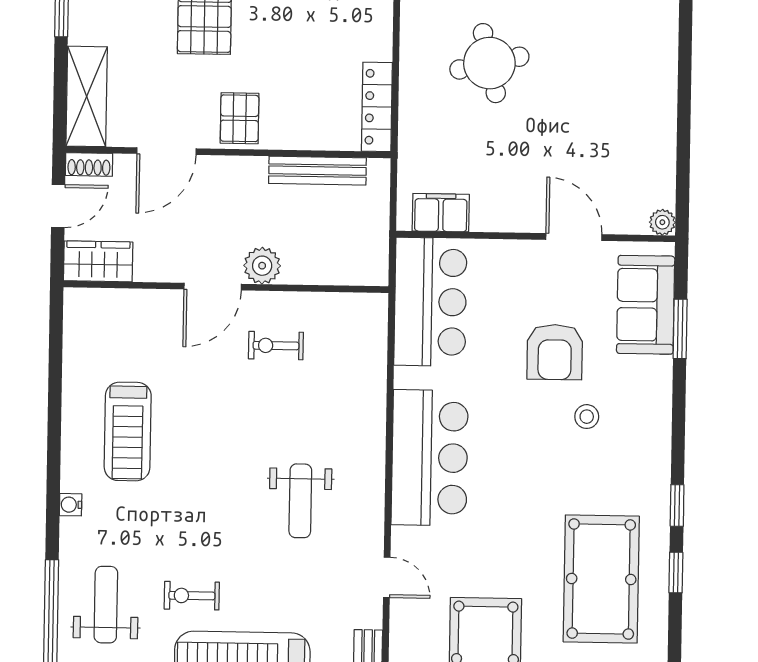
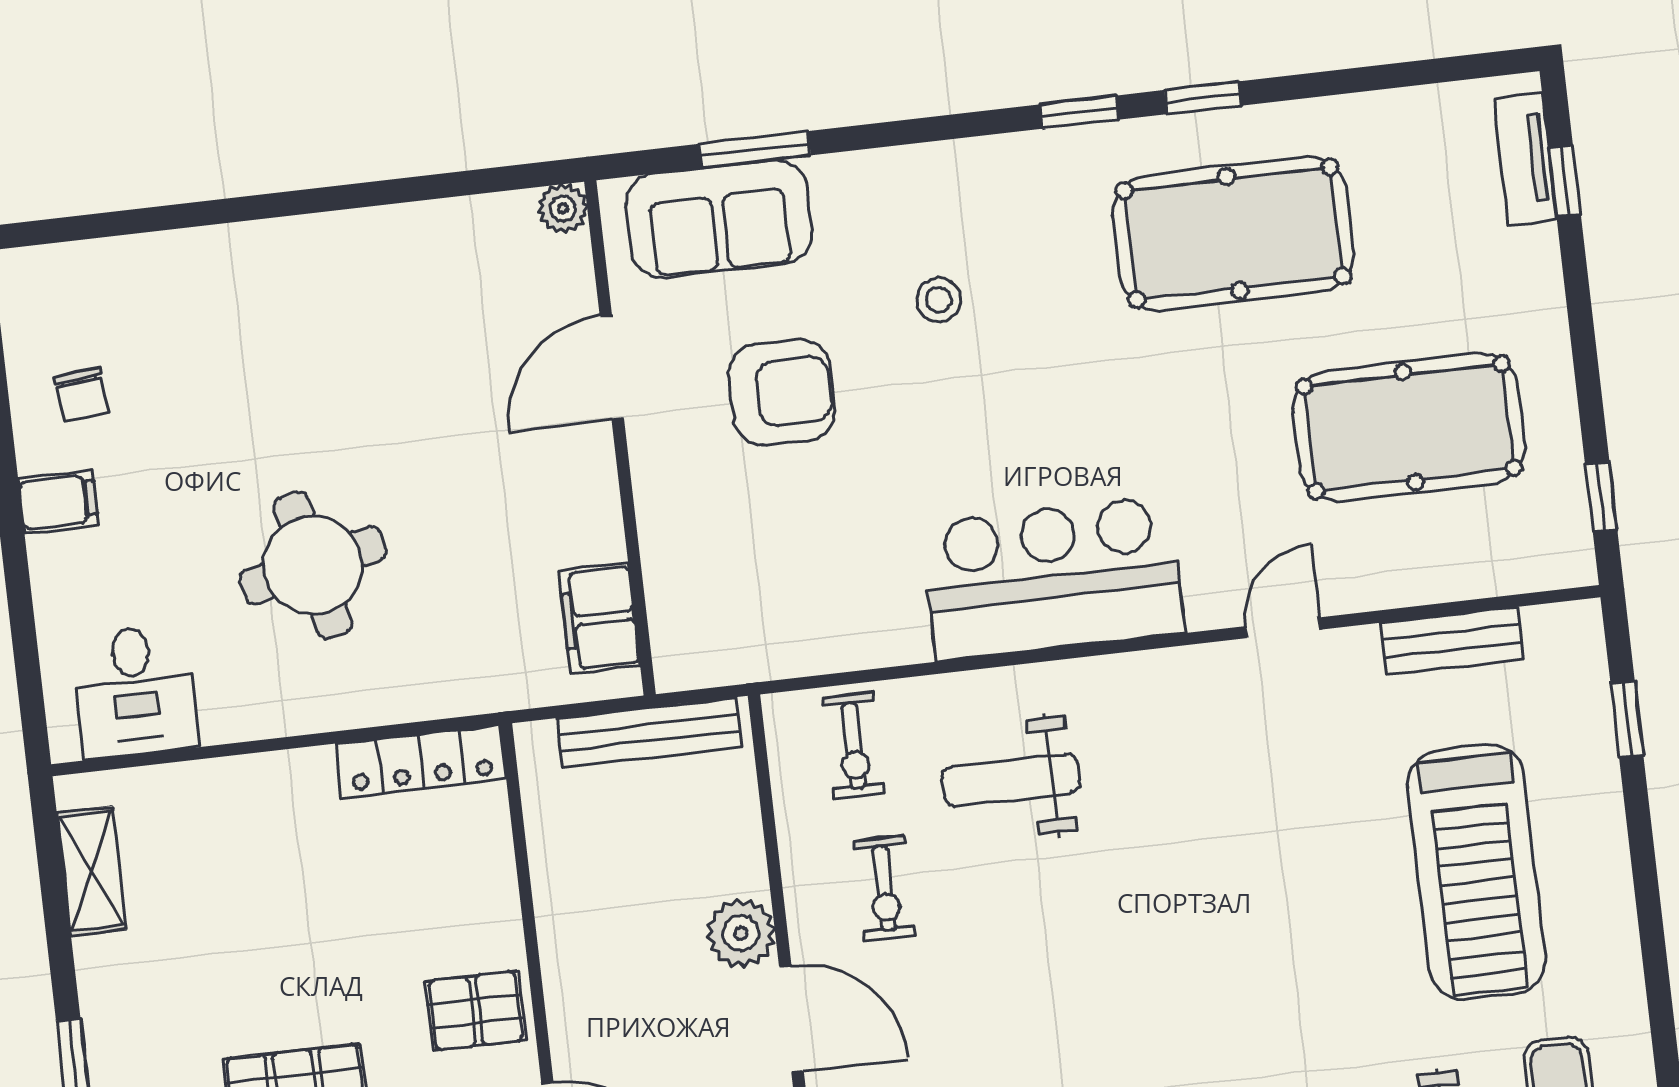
bench: (317, 171) -> (649, 733), moved, turned 90
bar counter: (430, 302) -> (766, 615), removed
armchair: (555, 352) -> (782, 392), moved
weight bench: (300, 501) -> (1011, 780), moved, turned 180
exercise bike: (192, 596) -> (853, 746), moved

